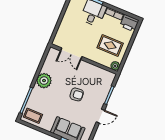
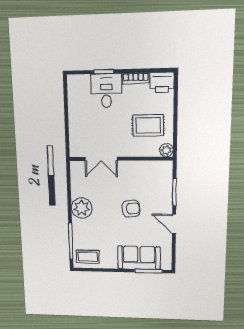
door: (100, 116) -> (174, 224), swing flipped

